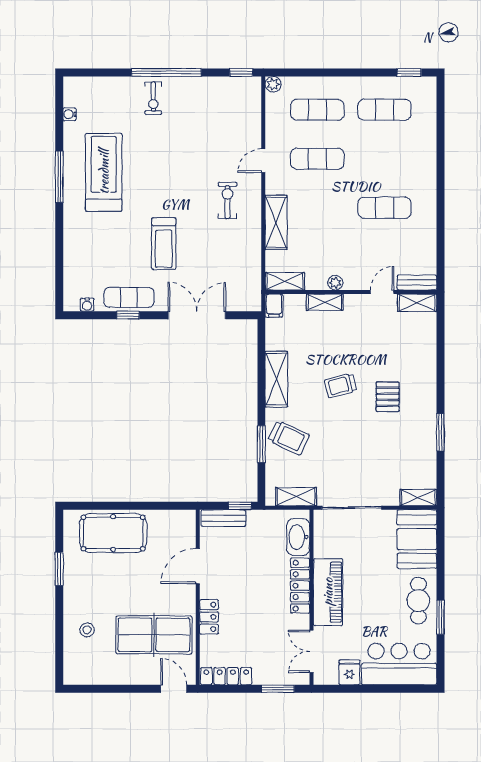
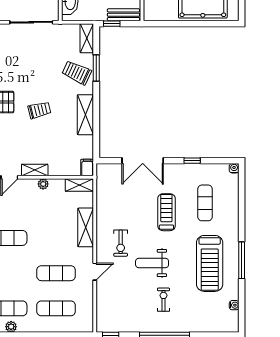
plant: (273, 84) -> (11, 327), moved
exercise bike: (153, 98) -> (163, 300), moved
weight bench: (184, 173) -> (152, 263), added
exercise mat: (129, 297) -> (205, 203), moved, turned 90
shelving: (325, 302) -> (35, 170), moved
water cooler: (87, 305) -> (234, 168), moved
shelving: (296, 497) -> (87, 38), moved, turned 90

